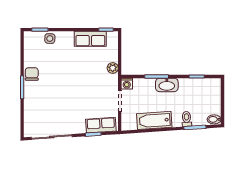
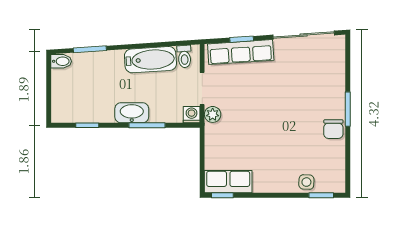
row of seats: (90, 39) -> (228, 182), moved
plant: (113, 68) -> (213, 114), moved
toilet: (187, 119) -> (184, 56), moved
row of seats: (101, 125) -> (241, 52), width x1.48

